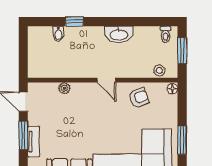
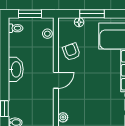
floor lamp: (172, 89) -> (79, 22), moved
window: (182, 140) -> (92, 14), moved

